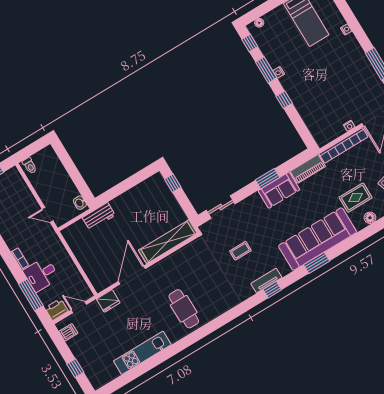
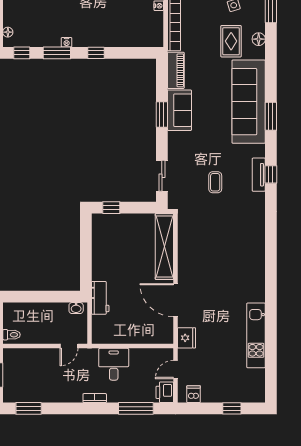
desk: (41, 274) -> (114, 364), moved, turned 180
cafe table: (184, 309) -> (238, 270), removed

